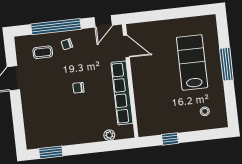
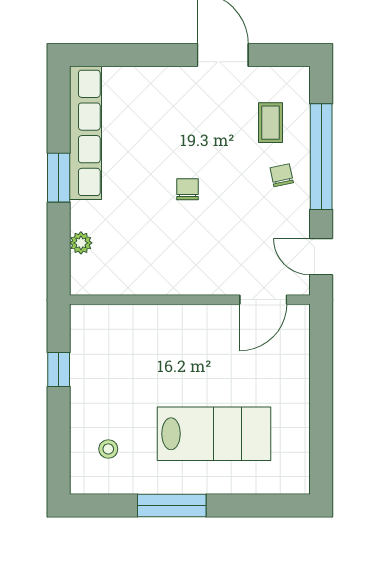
window: (226, 64) -> (172, 506), moved
row of seats: (122, 93) -> (86, 133), moved, turned 90
window: (51, 152) -> (59, 178), moved

